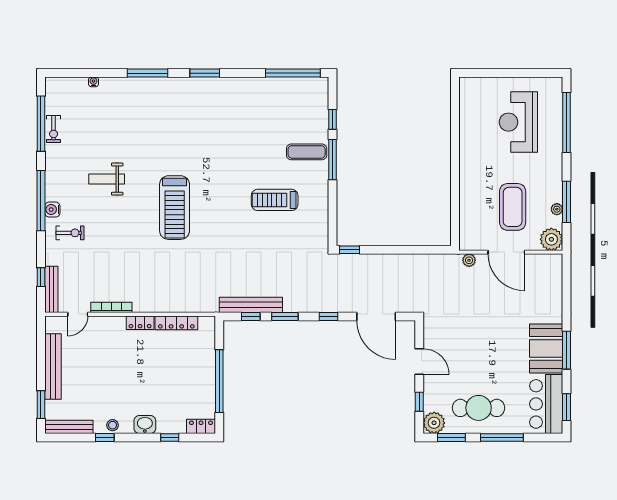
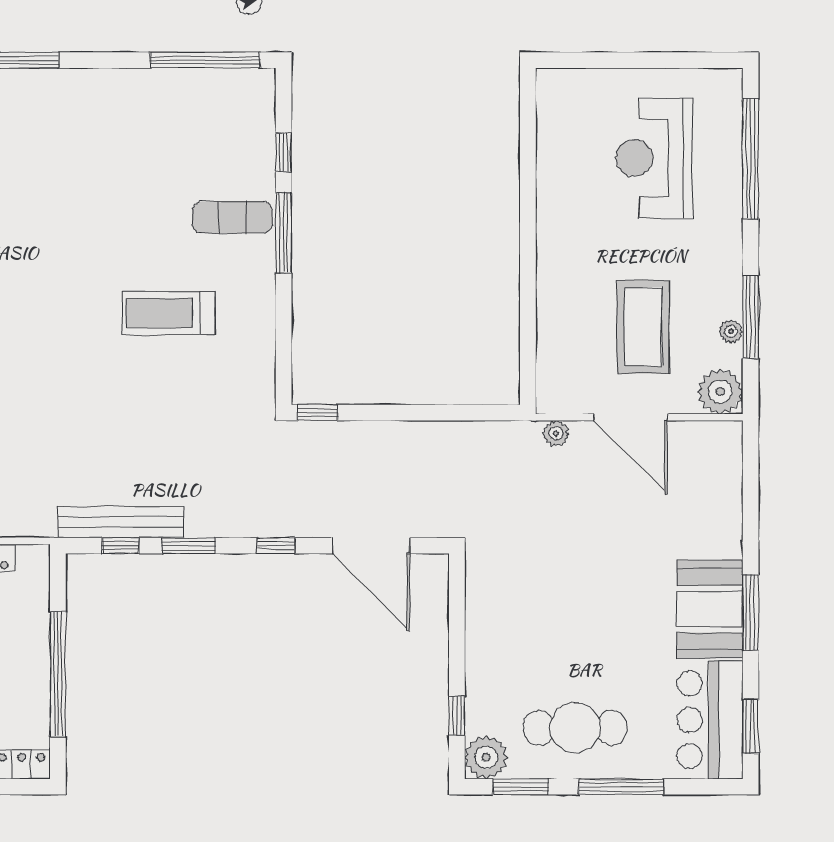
door: (419, 362) -> (457, 635), removed

